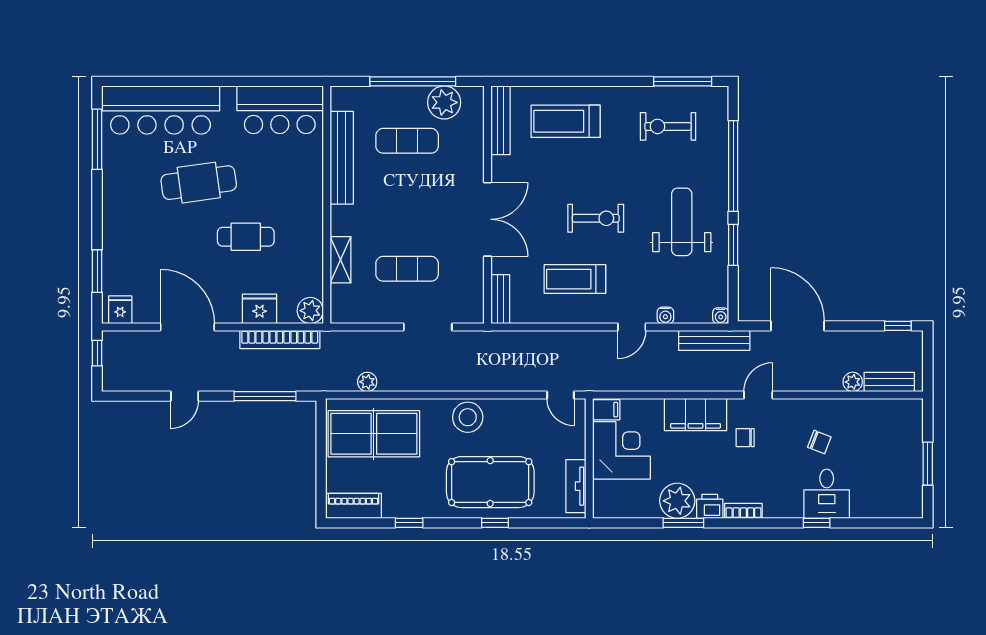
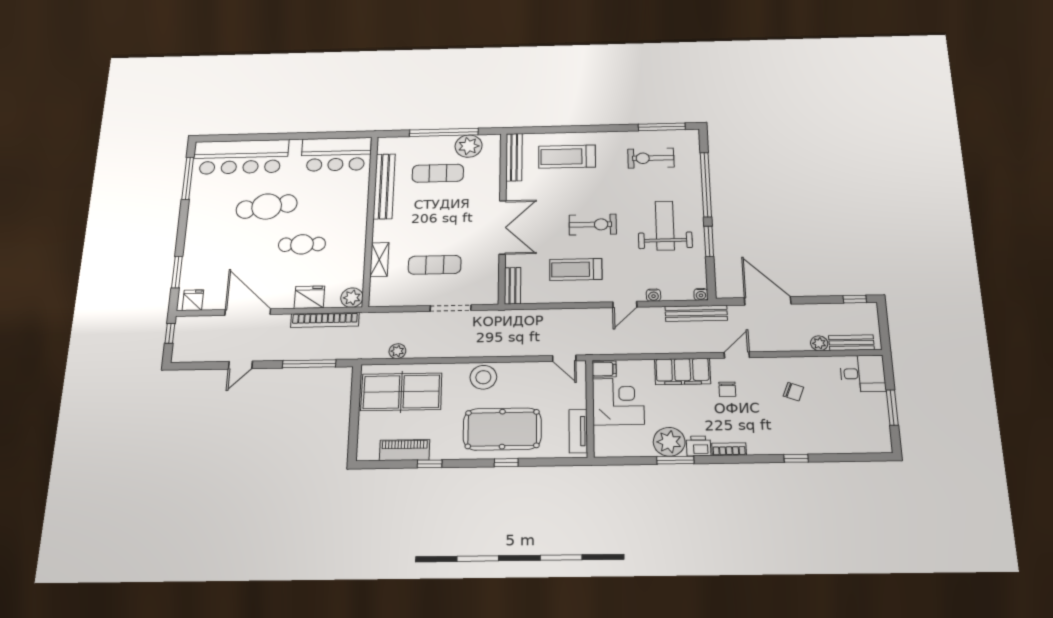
chair: (745, 438) -> (727, 389), turned -90
desk: (827, 494) -> (863, 374), moved, turned -90
piano: (354, 506) -> (405, 450), moved

